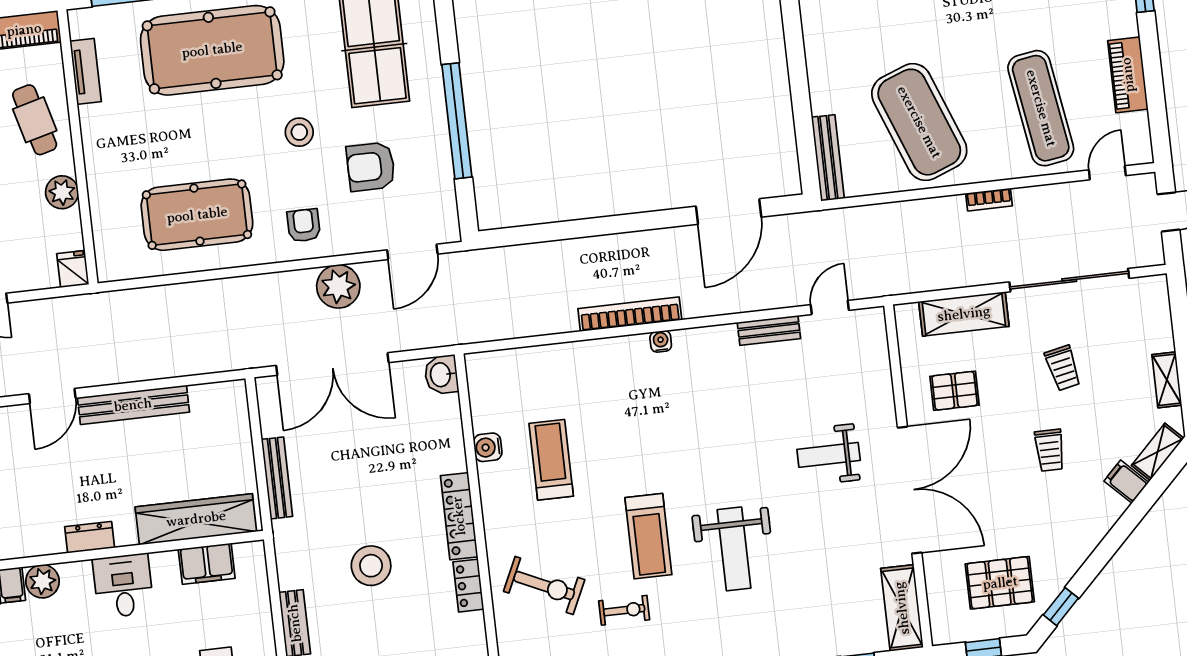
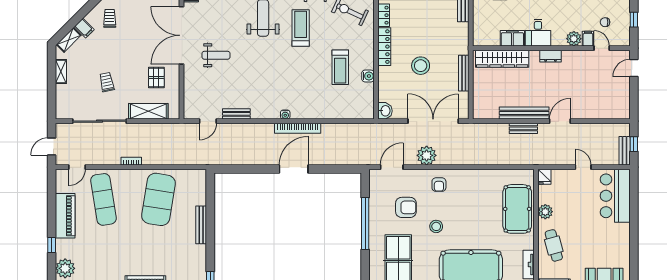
piano: (1128, 75) -> (65, 216), width x1.37, depth x1.33
exercise mat: (919, 122) -> (158, 199), turned 30
bench: (828, 158) -> (201, 225), moved
door: (729, 212) -> (294, 169), moved
pool table: (197, 215) -> (517, 209), moved, turned 90
bench: (131, 371) -> (523, 128), added
pallet: (955, 391) -> (156, 77), turned 90
trolley: (1050, 450) -> (110, 18), moved
filing cabinet: (207, 564) -> (512, 38), moved
stool: (371, 566) -> (421, 66), moved

